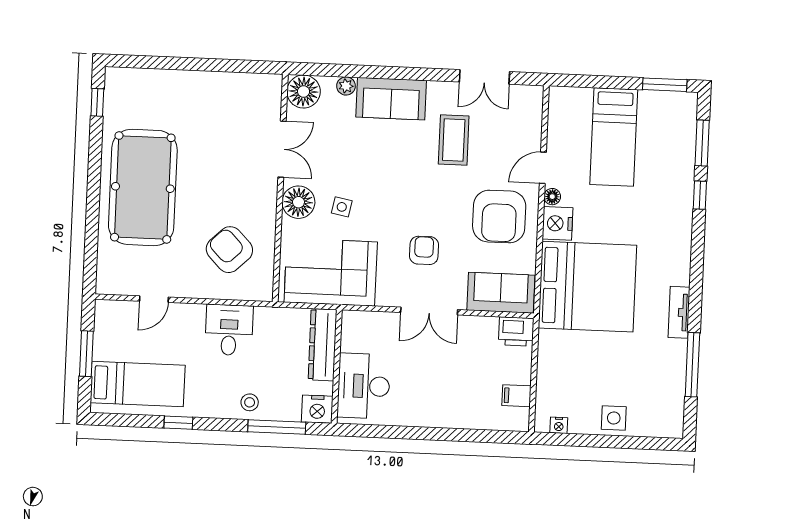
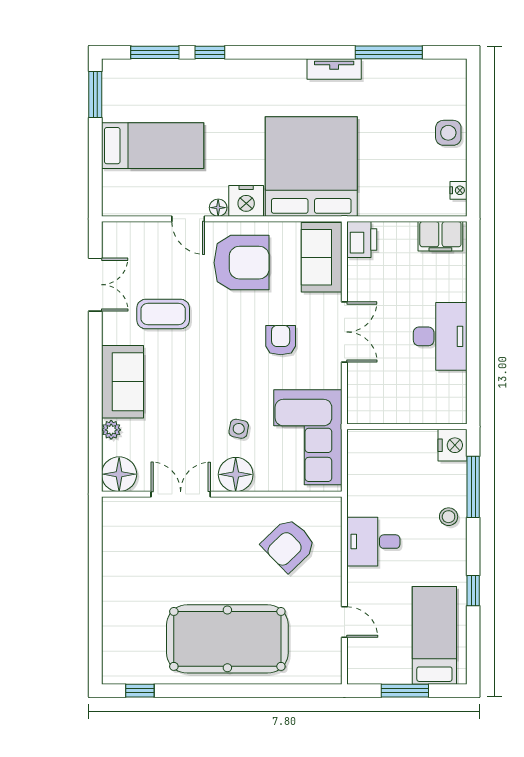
armchair: (424, 250) -> (281, 340), turned 90
dresser: (323, 345) -> (385, 443), removed
desk: (364, 386) -> (440, 336), moved, turned -90
filing cabinet: (516, 396) -> (440, 236), width x2.00

